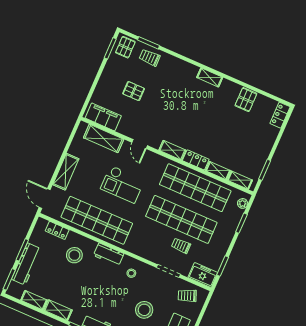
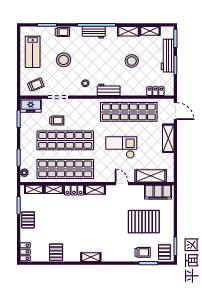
pallet: (134, 91) -> (144, 222), width x2.05, depth x2.00
pallet: (261, 149) -> (28, 220), added
stool: (74, 255) -> (132, 61), moved

